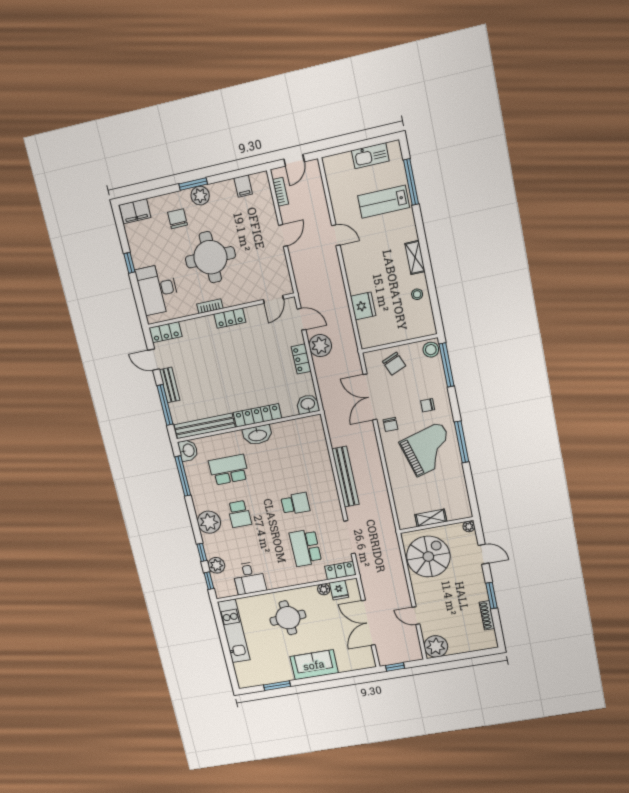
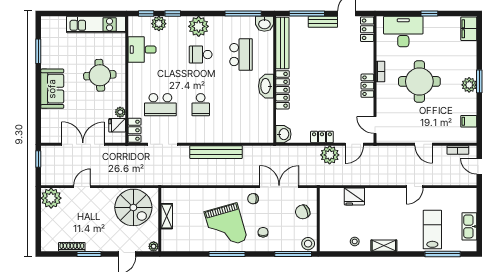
chair: (178, 219) -> (455, 62), removed
school desk: (305, 548) -> (160, 105), turned 180

